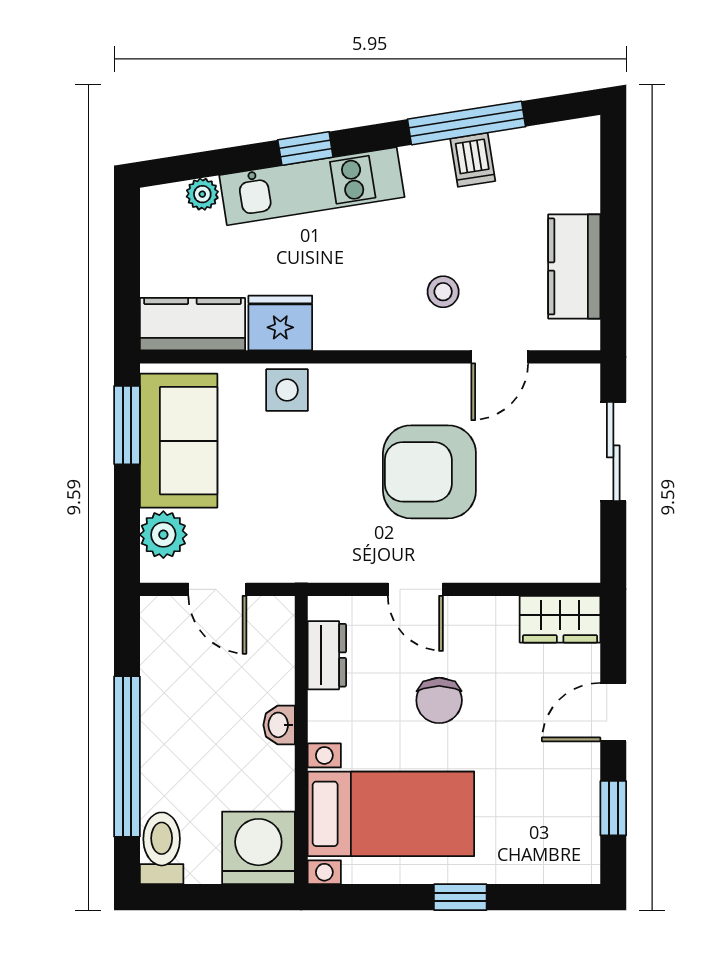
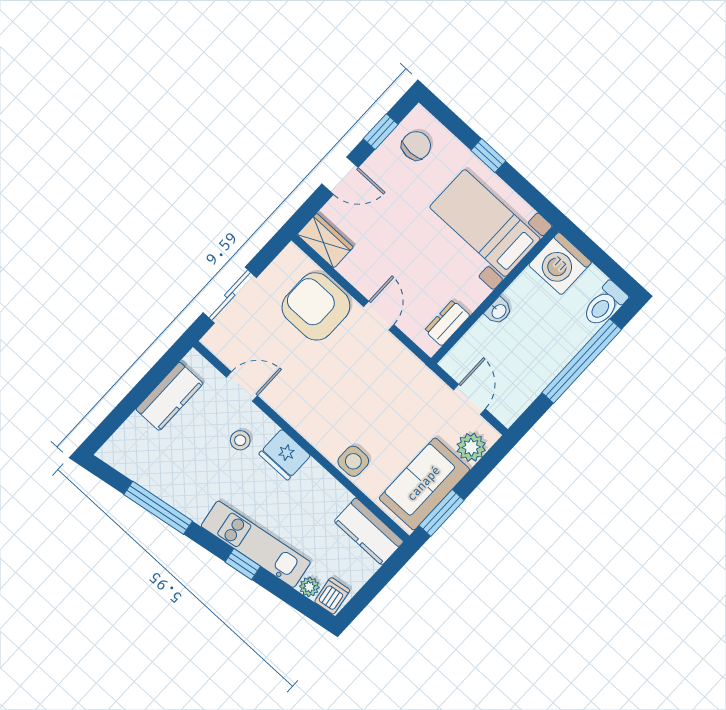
dishwasher: (473, 160) -> (332, 596), moved
fridge: (280, 323) -> (285, 455), moved
armchair: (429, 472) -> (316, 306), moved, turned 180
chair: (439, 700) -> (416, 146), moved

